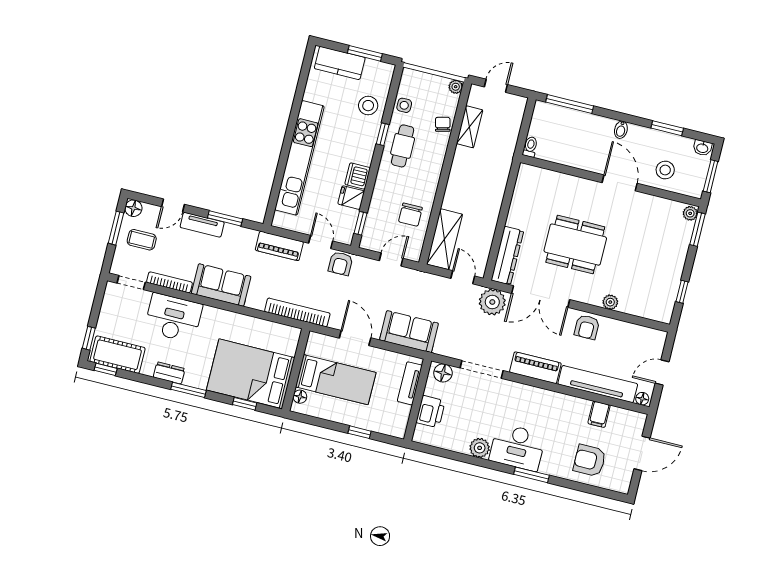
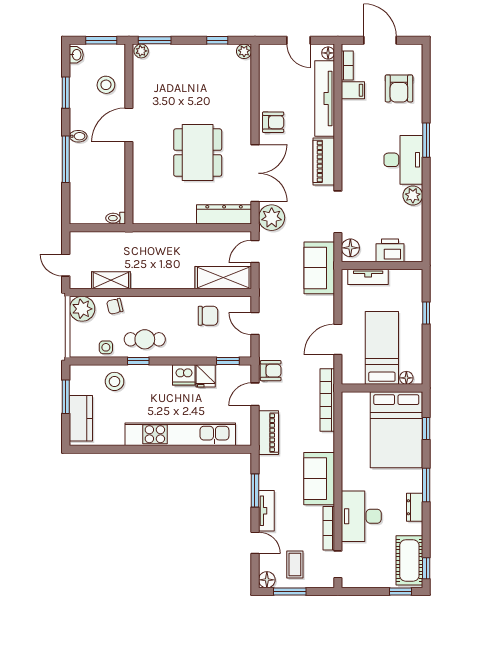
plant: (456, 87) -> (82, 309), width x1.87, depth x1.87
window: (570, 104) -> (66, 159), moved
plant: (610, 302) -> (244, 51), moved
sofa: (409, 332) -> (319, 268), moved
bookcase: (625, 415) -> (347, 65), added

